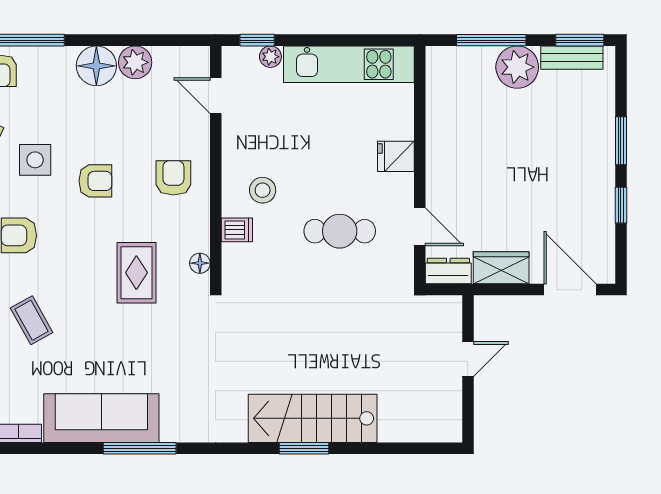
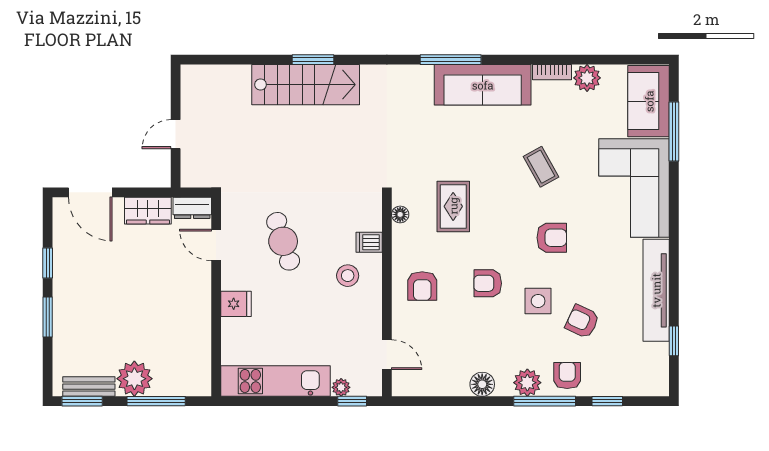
plant: (135, 62) -> (527, 383), moved
floor lamp: (96, 66) -> (482, 384), width x0.73, depth x0.73
cafe table: (340, 231) -> (283, 241), turned 72

